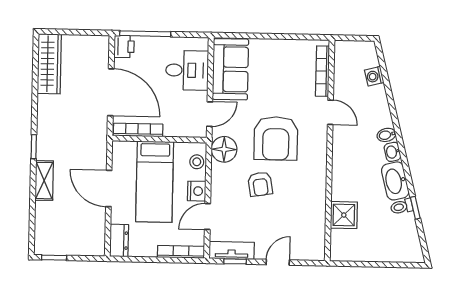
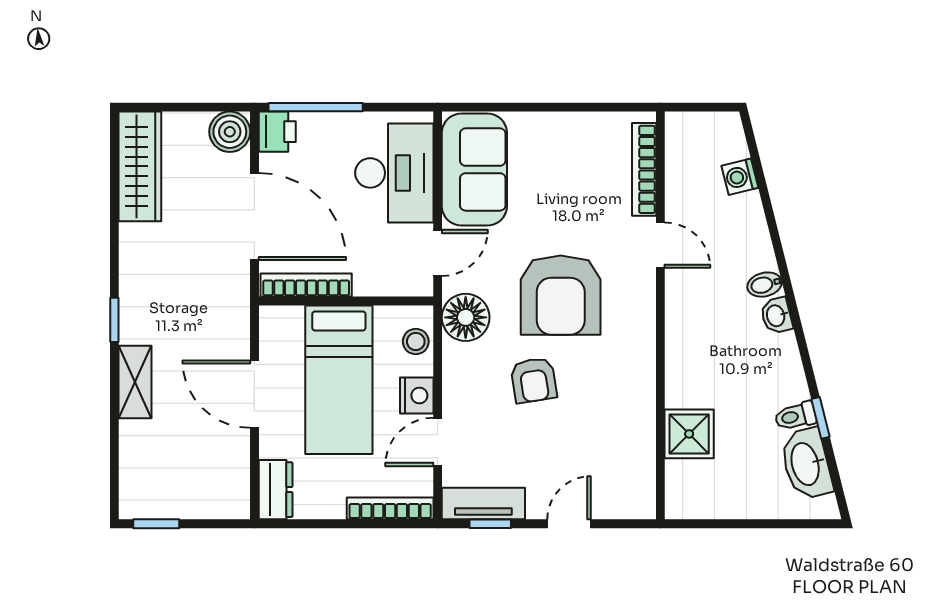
boiler: (98, 46) -> (230, 132), added
desk: (187, 70) -> (394, 173), width x1.37
washbasin: (395, 181) -> (806, 464), moved

